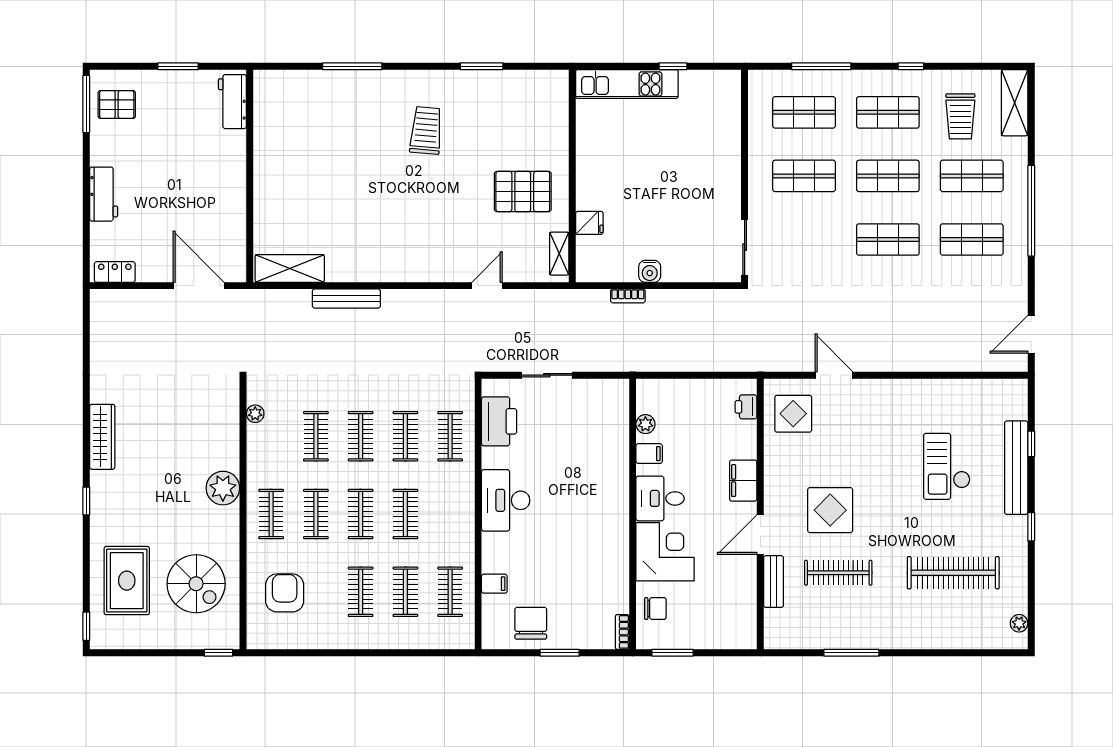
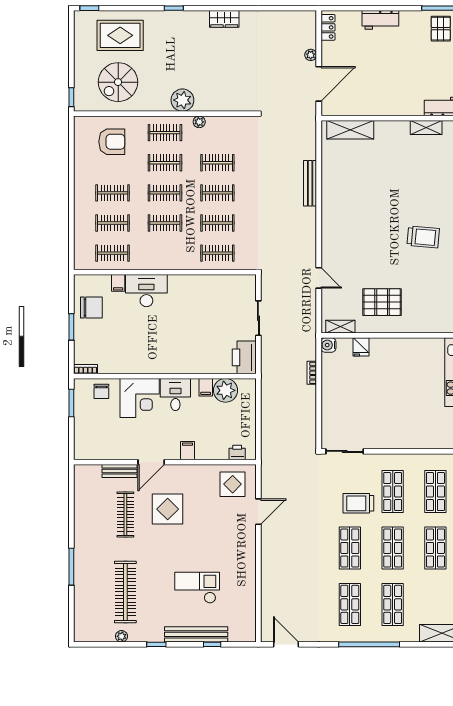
trolley: (960, 116) -> (358, 503), moved
shelving: (264, 126) -> (426, 128), added
pallet: (523, 192) -> (382, 302), turned 90
shelving: (290, 268) -> (350, 130), moved, turned 90
water cooler: (650, 271) -> (328, 345), moved
plant: (156, 298) -> (311, 55), added
plant: (255, 414) -> (199, 122), moved
printer: (499, 421) -> (244, 357), moved, turned 90
plant: (645, 424) -> (225, 390), width x1.87, depth x1.87
wardrobe: (102, 437) -> (224, 19), width x0.67
filing cabinet: (743, 481) -> (187, 451), width x0.50
desk: (506, 500) -> (146, 291), moved
door: (760, 535) -> (151, 462), swing flipped
plant: (1019, 623) -> (121, 636), moved
window: (851, 653) -> (71, 567), moved

